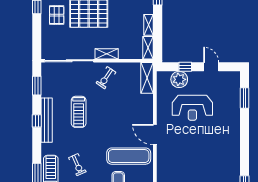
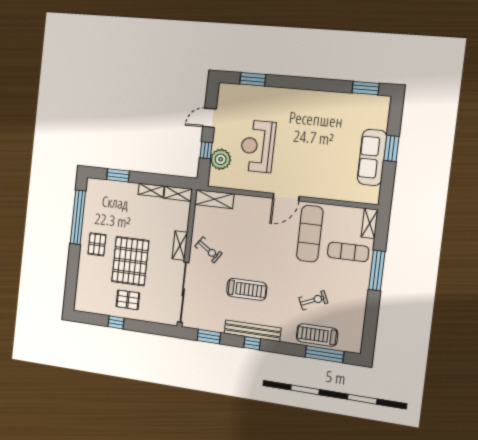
reception desk: (192, 108) -> (258, 146), turned 180

